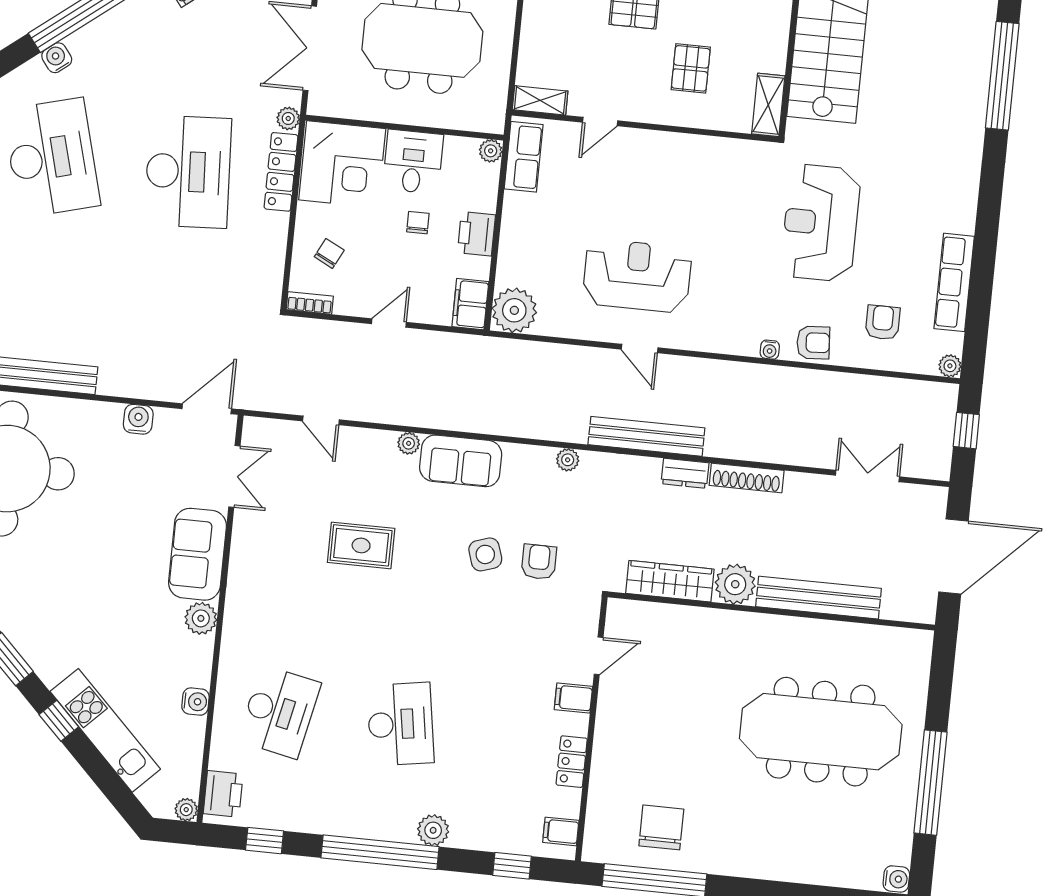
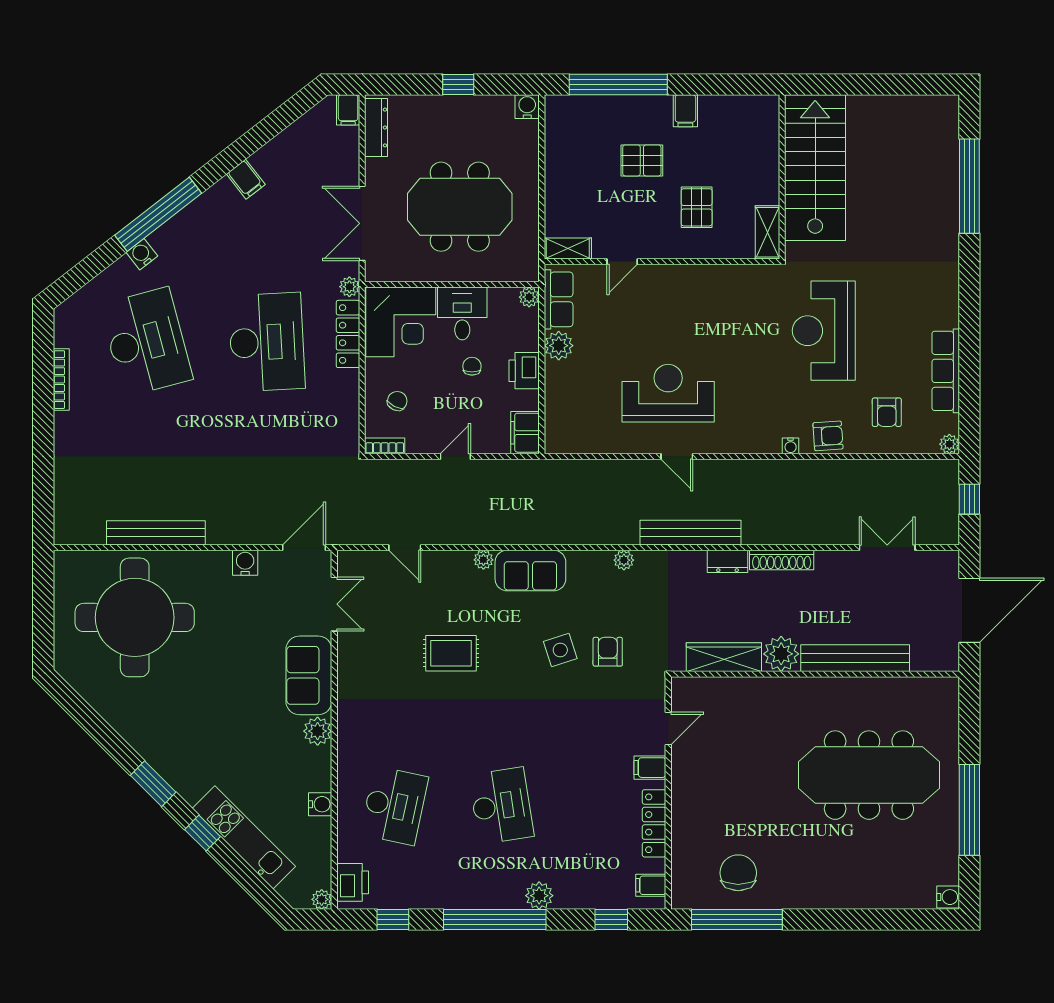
plant: (514, 310) -> (559, 346), moved, width x0.73, depth x0.73
armchair: (883, 323) -> (887, 412), turned 180
locker: (572, 762) -> (654, 823), width x1.53

